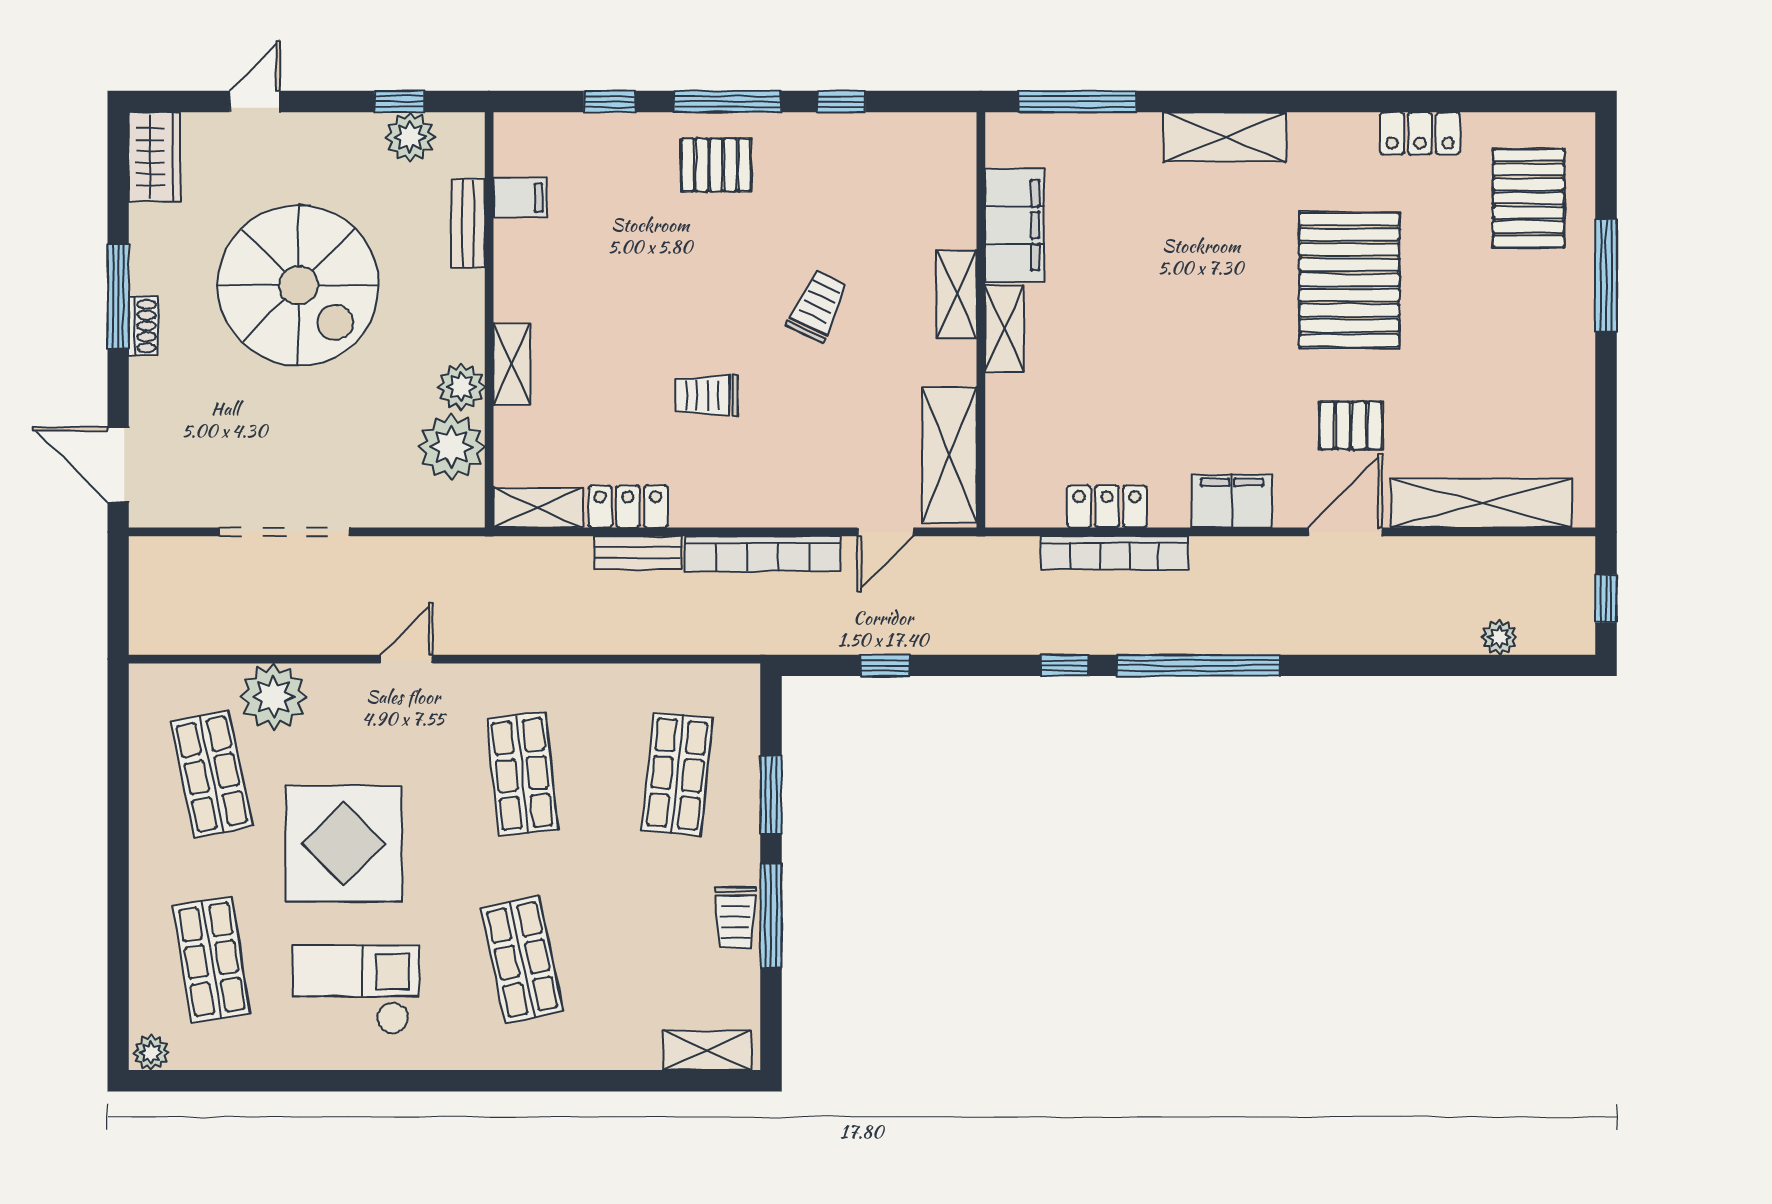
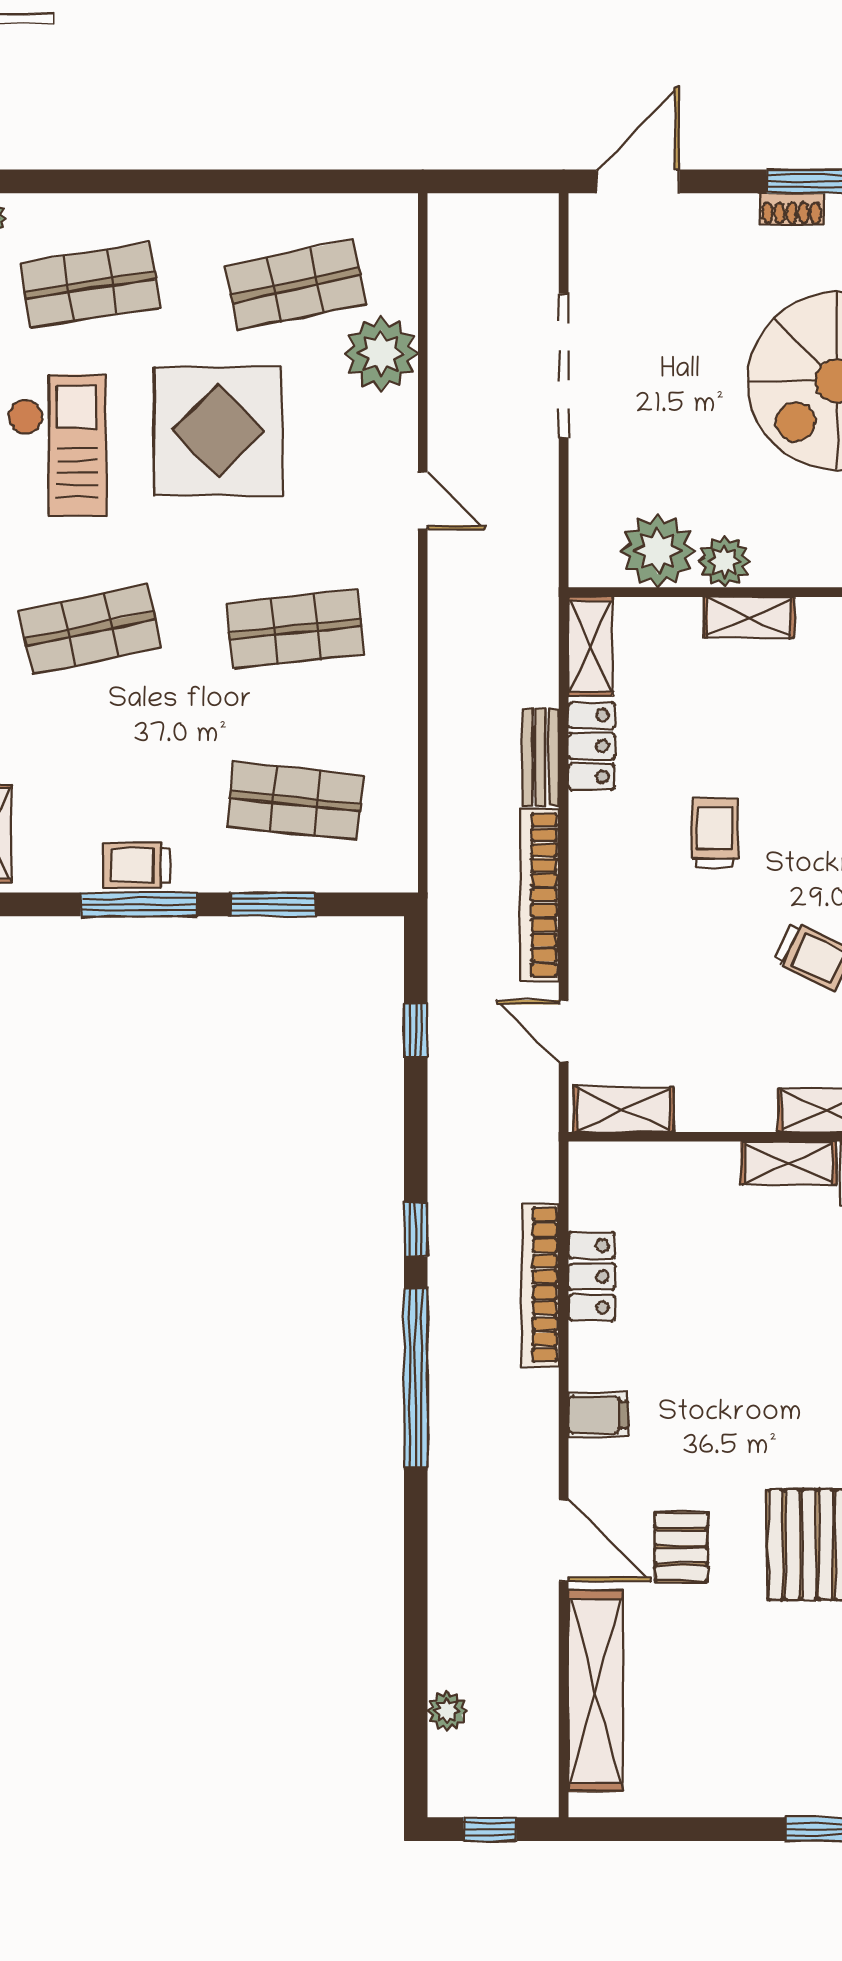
shelving: (949, 455) -> (624, 1109), width x0.67, depth x0.75
filing cabinet: (1232, 501) -> (598, 1415), width x0.50

